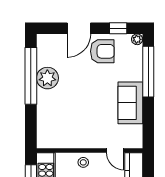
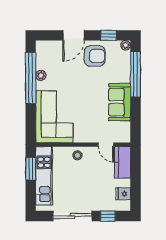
plant: (47, 78) -> (41, 75), width x0.53, depth x0.53
corner sofa: (57, 119) -> (54, 117), added

